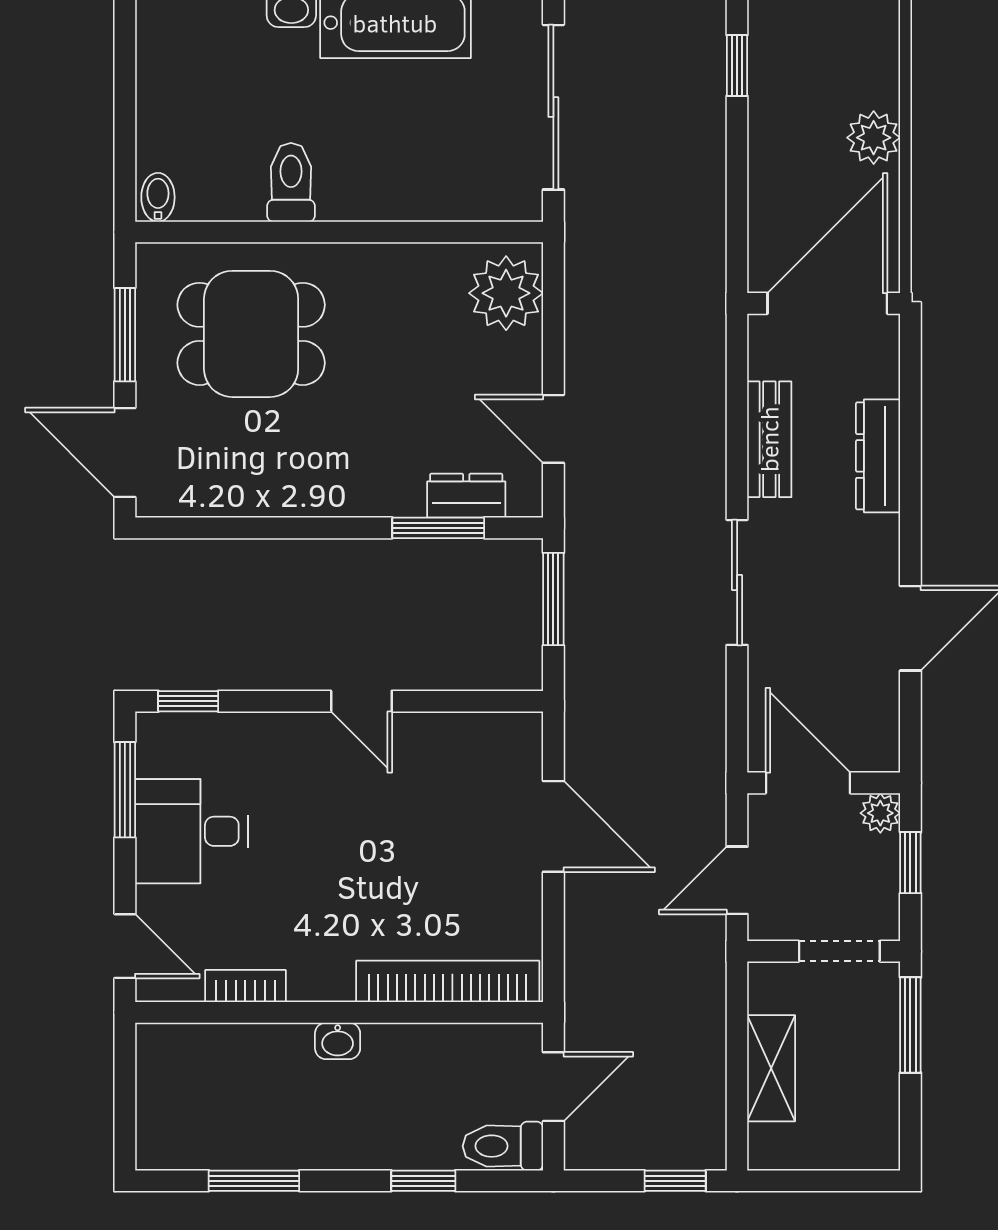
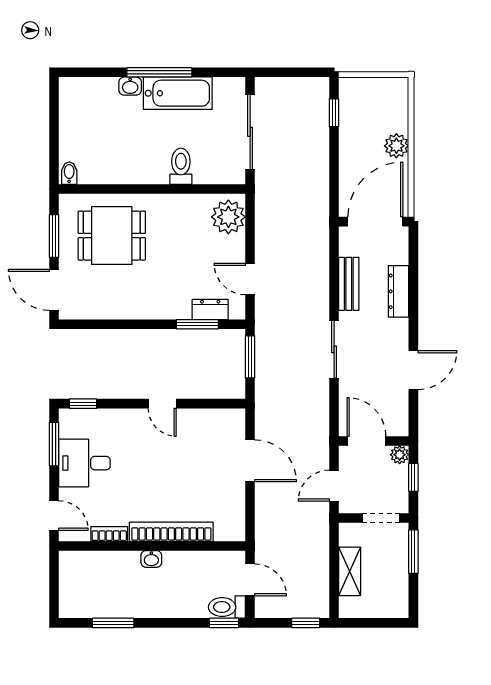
toilet: (291, 182) -> (181, 166), moved
bookcase: (448, 981) -> (171, 532), moved
door: (553, 1087) -> (250, 580), hinge flipped
window: (423, 1181) -> (224, 623), moved

